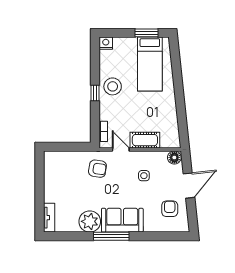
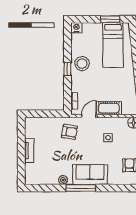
door: (121, 149) -> (89, 116), hinge flipped
tv unit: (49, 218) -> (29, 151), moved
plant: (90, 221) -> (63, 180), width x0.53, depth x0.53

